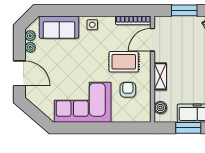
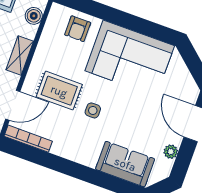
side table: (92, 25) -> (93, 110), moved
plant: (30, 36) -> (165, 166), removed
armchair: (128, 90) -> (78, 29), moved

